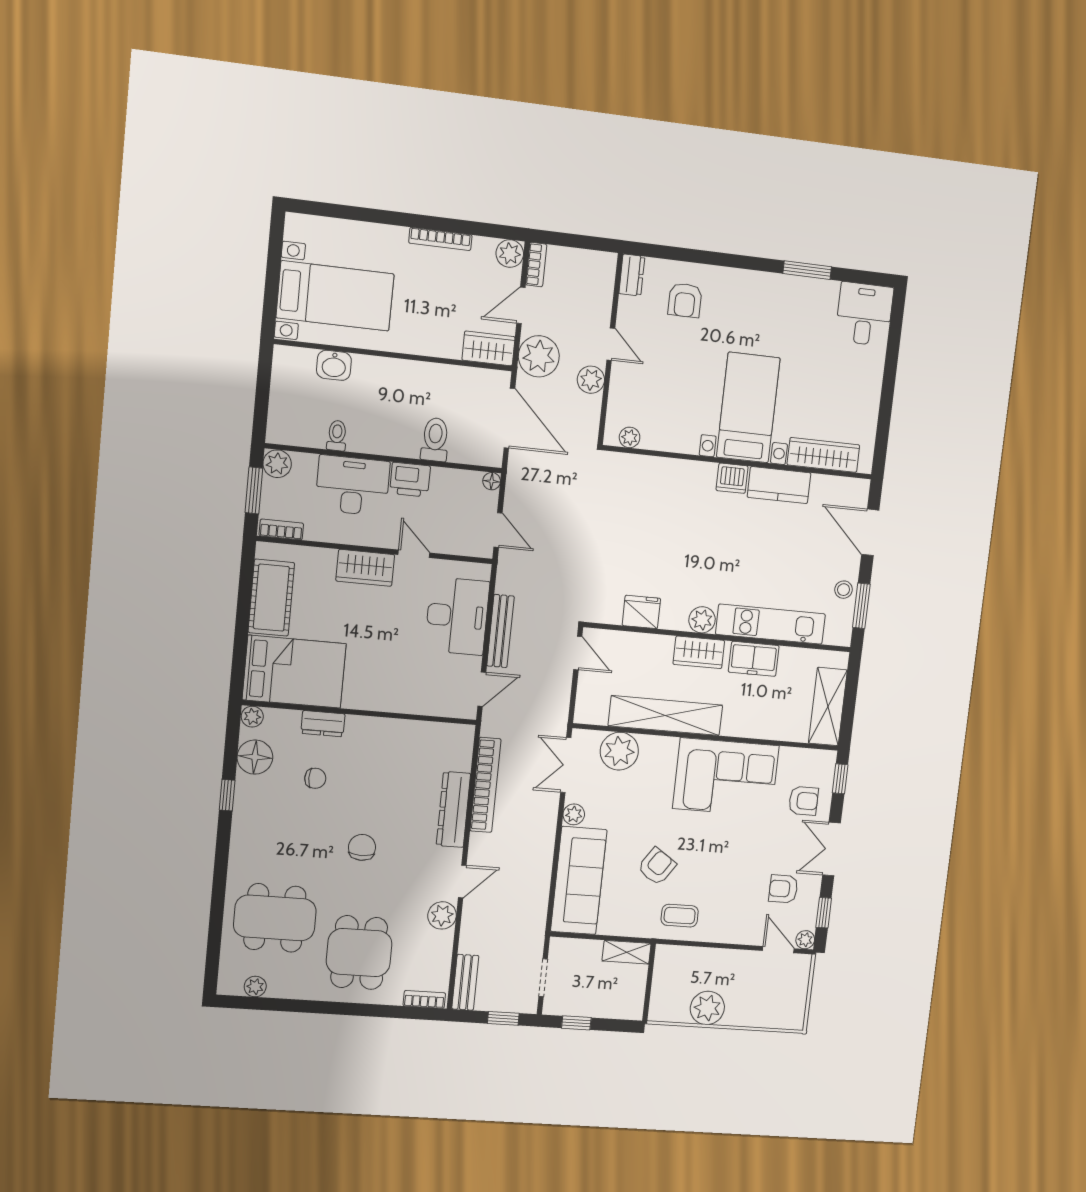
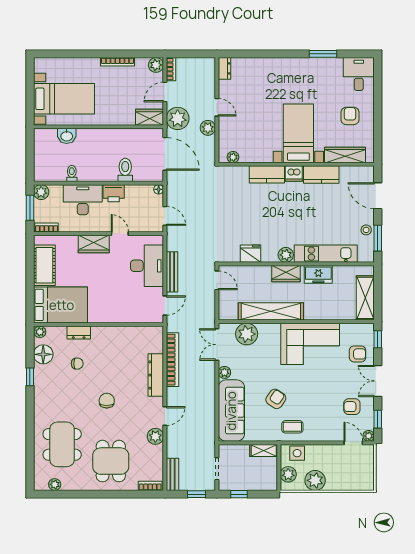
armchair: (685, 300) -> (350, 116), moved, turned 180
kitchen counter: (685, 475) -> (267, 174), added
dining table: (275, 918) -> (62, 444), turned 90
side table: (682, 960) -> (297, 453), added
plant: (664, 995) -> (288, 474), added

